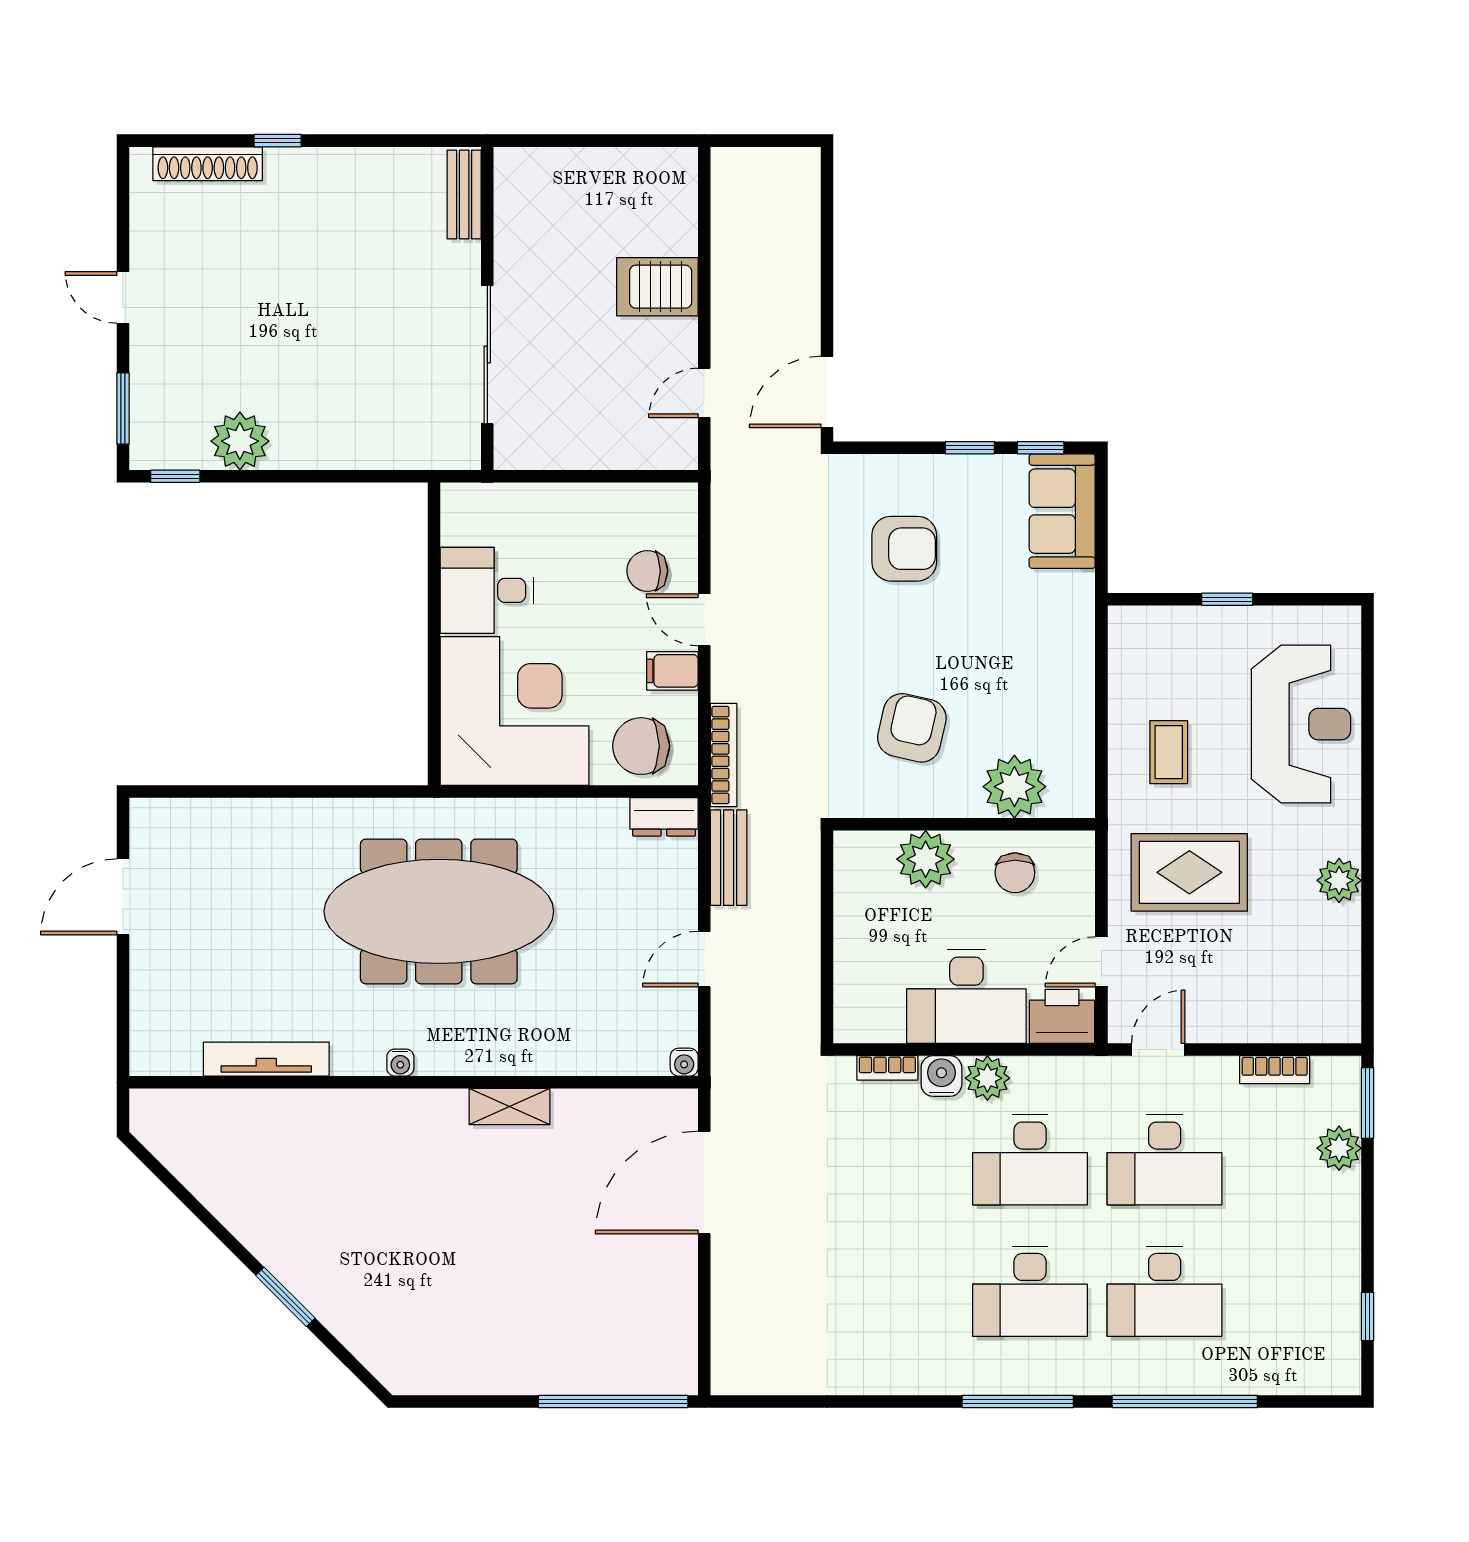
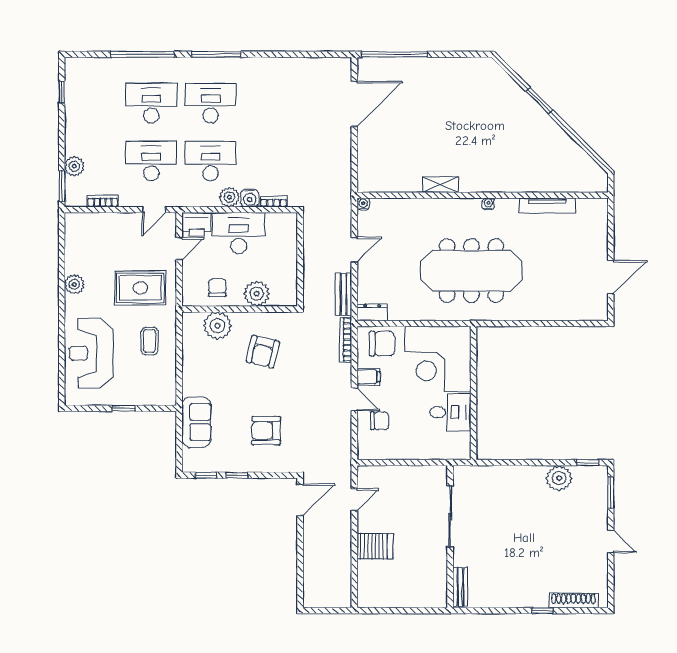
sofa: (1062, 511) -> (196, 422), moved
door: (704, 1183) -> (354, 104), moved

